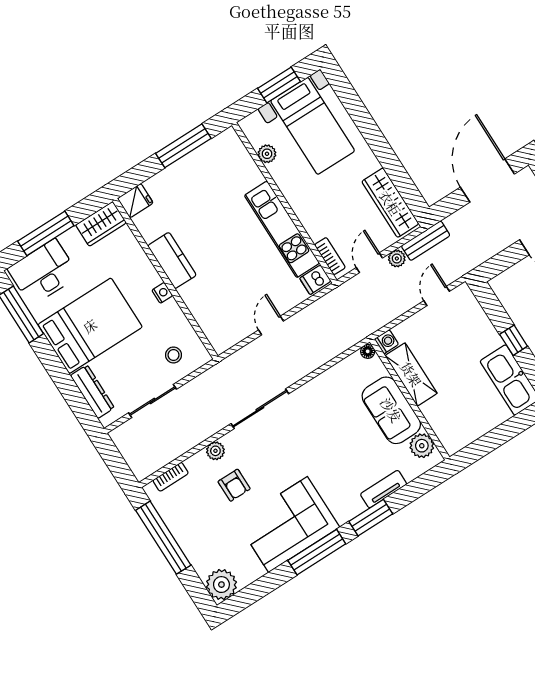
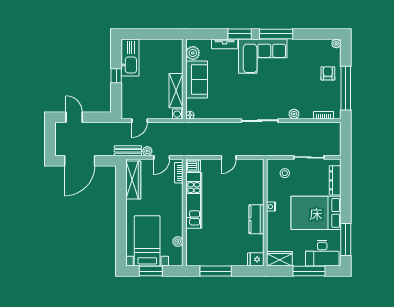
armchair: (234, 485) -> (328, 73), moved
corner sofa: (288, 524) -> (263, 56), moved
plant: (221, 585) -> (336, 44), width x0.53, depth x0.53

